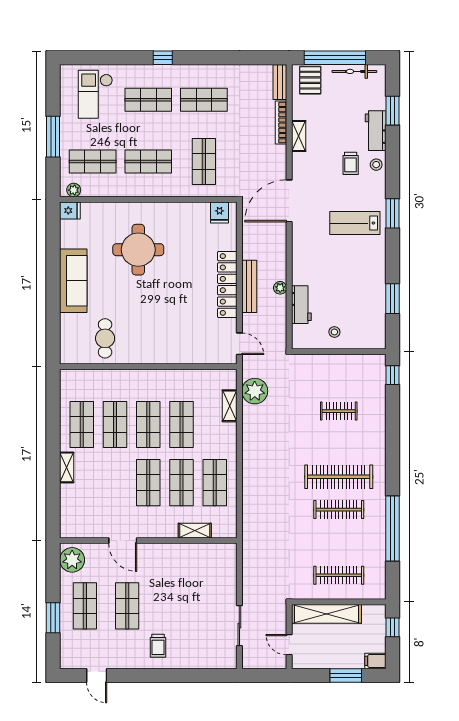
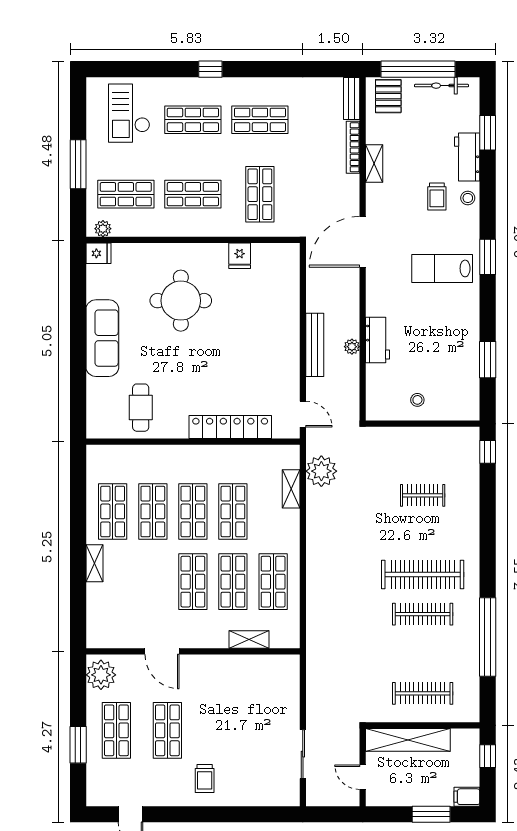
fridge: (220, 212) -> (240, 256), moved
locker: (227, 284) -> (230, 427), moved, turned 90
workbench: (301, 305) -> (378, 340), moved

